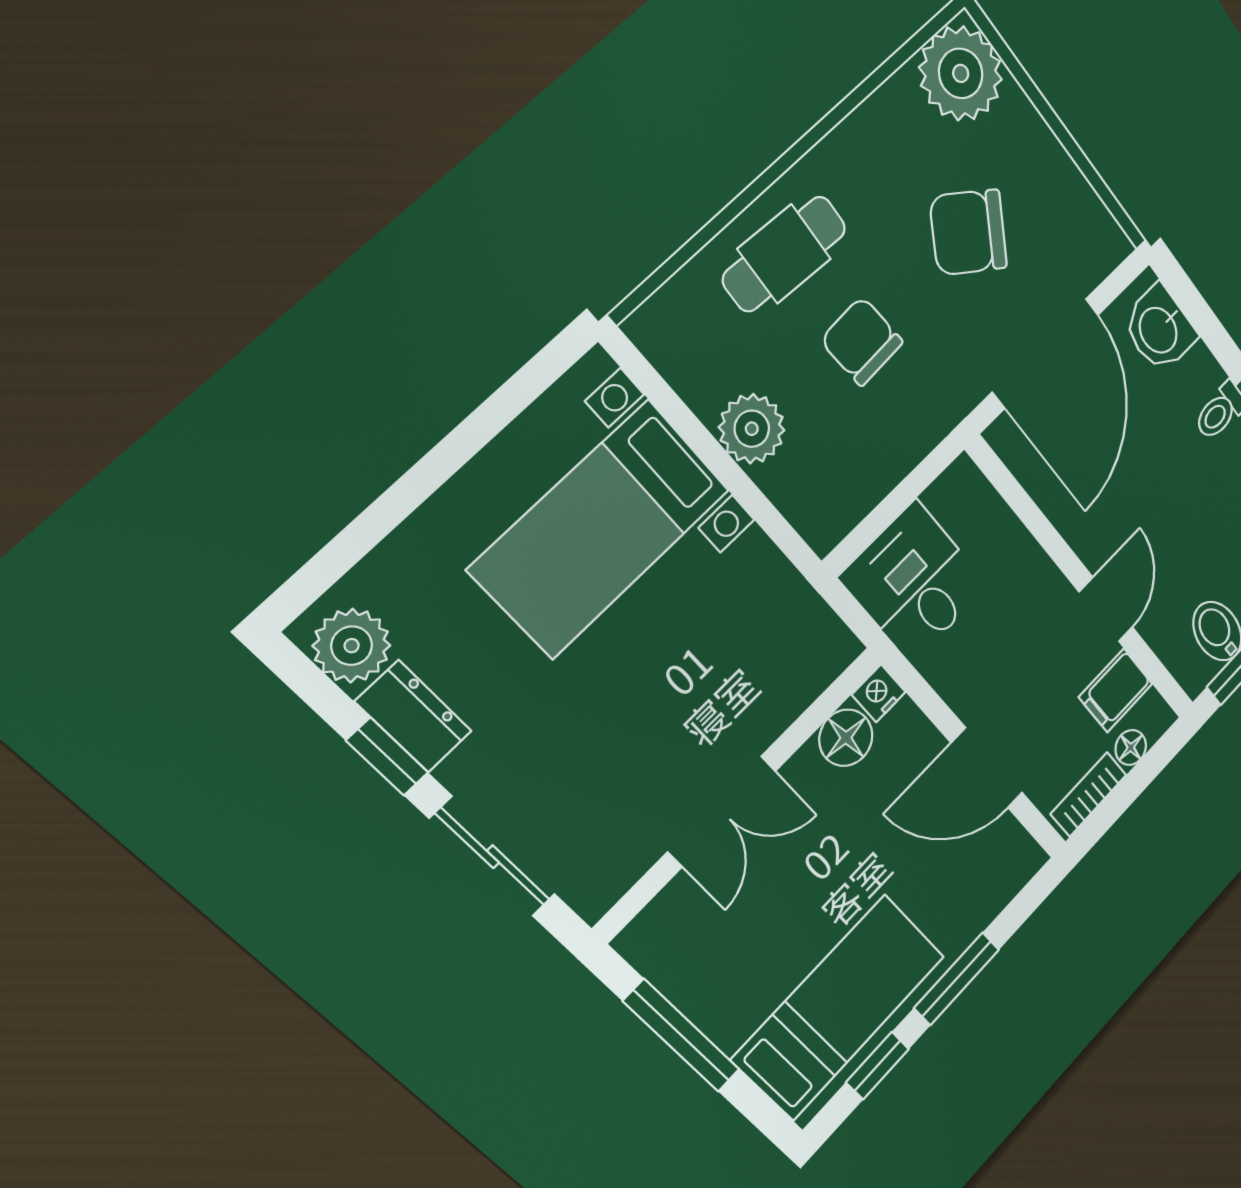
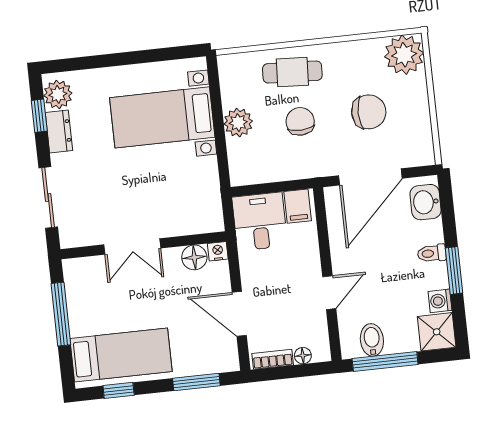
chair: (968, 232) -> (369, 112), turned 146
filing cabinet: (1116, 690) -> (298, 206), moved, turned -90
window: (387, 757) -> (39, 116), moved
window: (957, 979) -> (196, 382), moved

